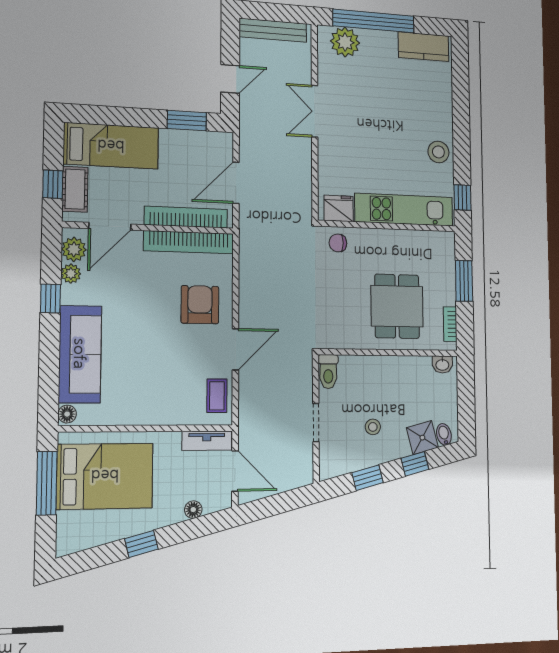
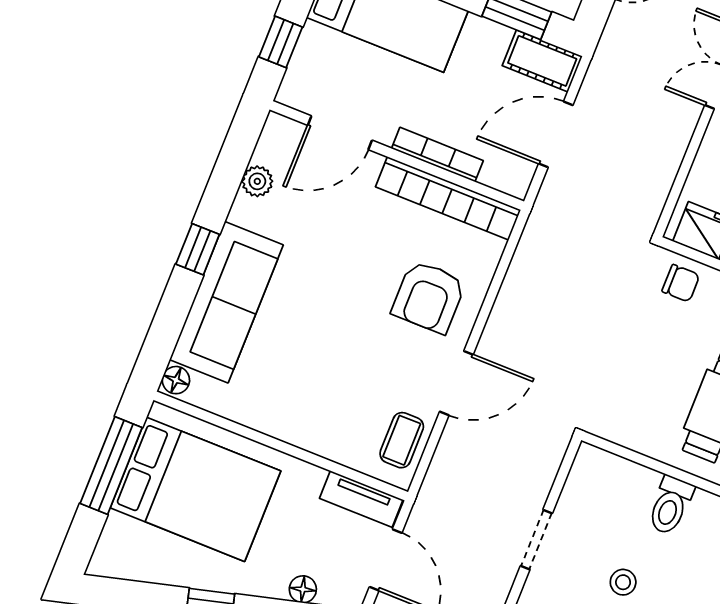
cot: (75, 189) -> (542, 61), moved, turned 90
bookcase: (186, 217) -> (437, 155), width x0.68, depth x0.76
chair: (338, 243) -> (681, 283), turned 180
plant: (74, 249) -> (275, 148), removed
window: (50, 298) -> (198, 249), moved
armchair: (200, 305) -> (429, 297), turned 180
toilet: (328, 372) -> (670, 505), moved

